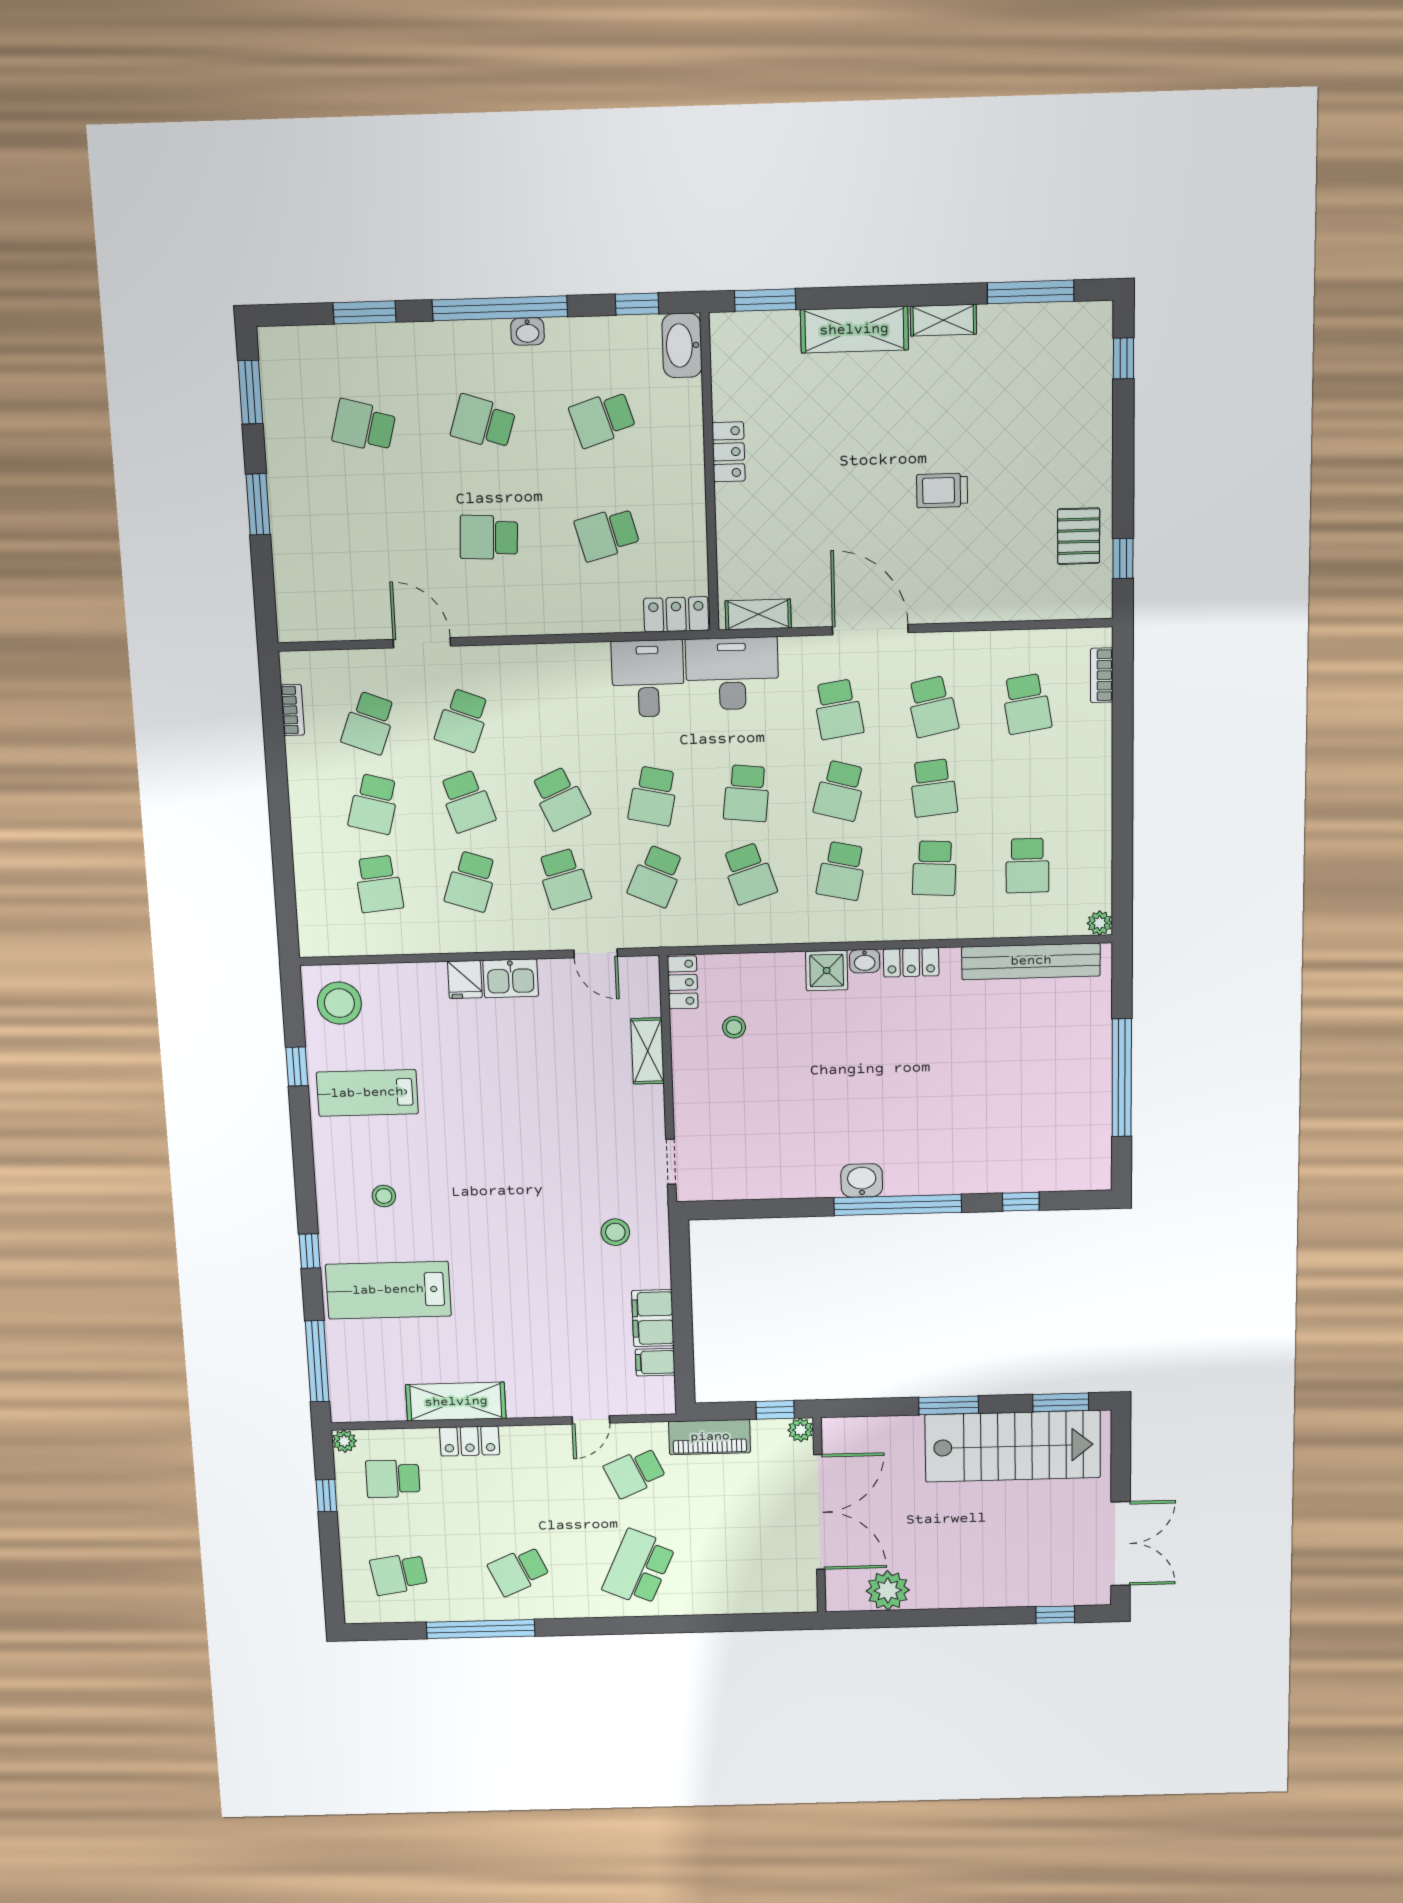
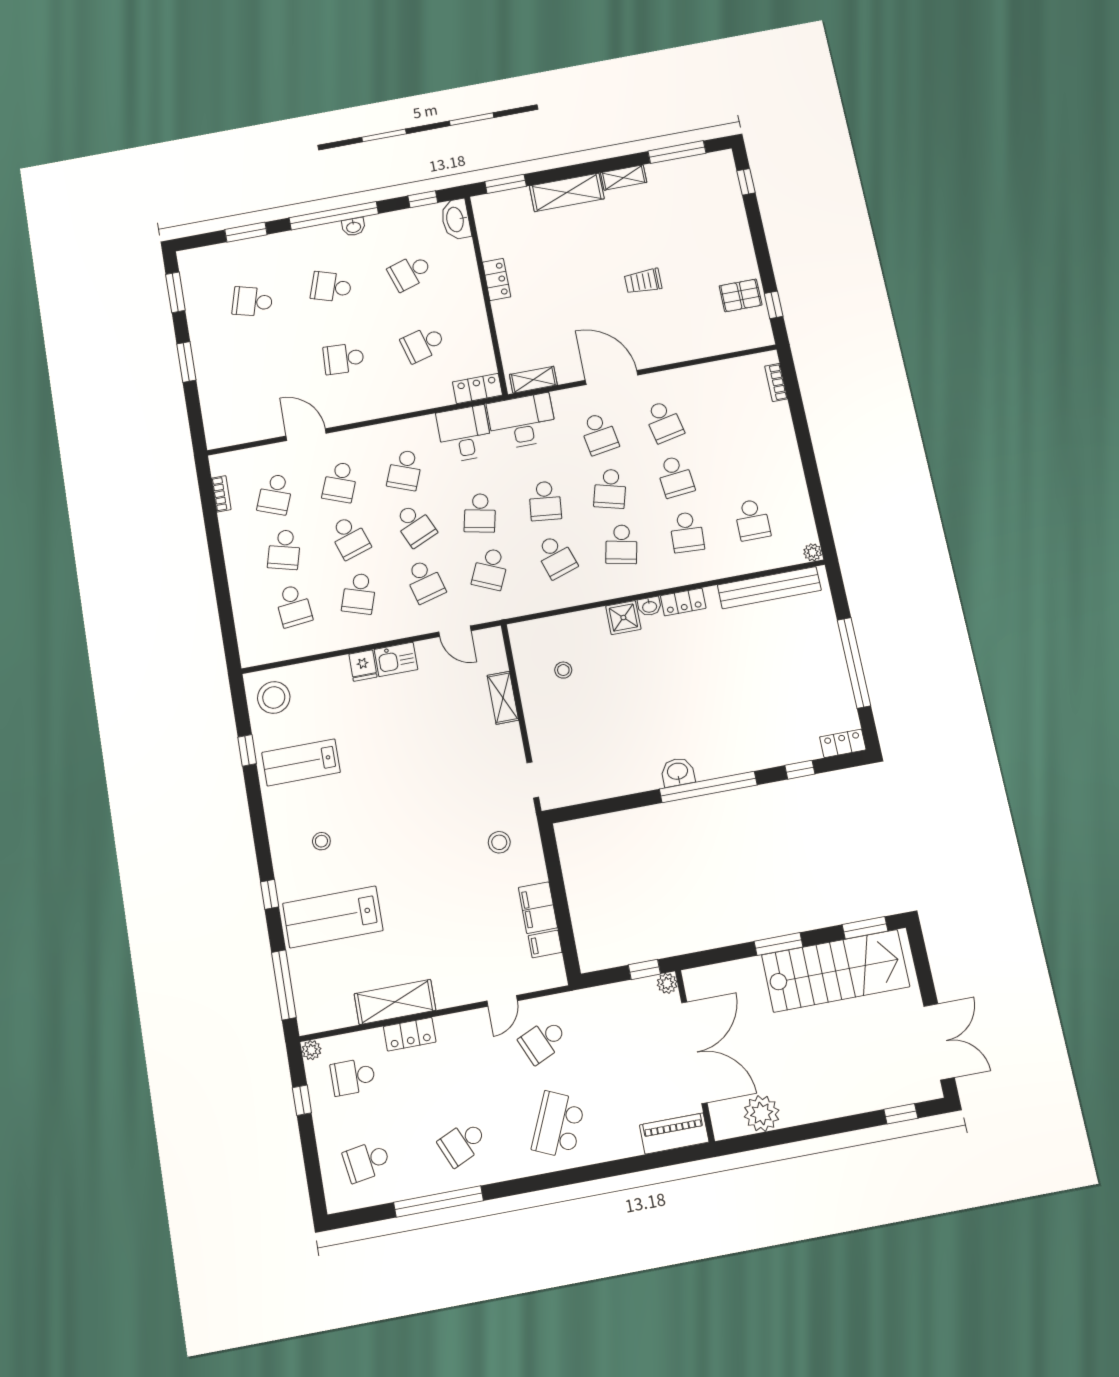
pallet: (1079, 536) -> (741, 295), turned 90
school desk: (1026, 704) -> (405, 470), moved, turned 30
locker: (683, 982) -> (843, 743), moved, turned -90
piano: (710, 1437) -> (674, 1133), moved, turned 180

